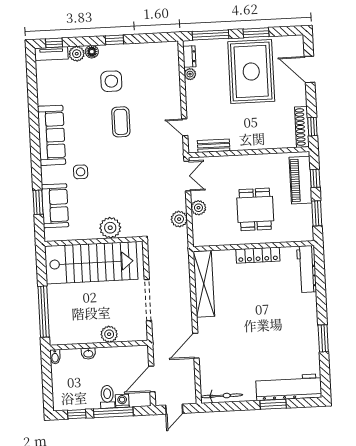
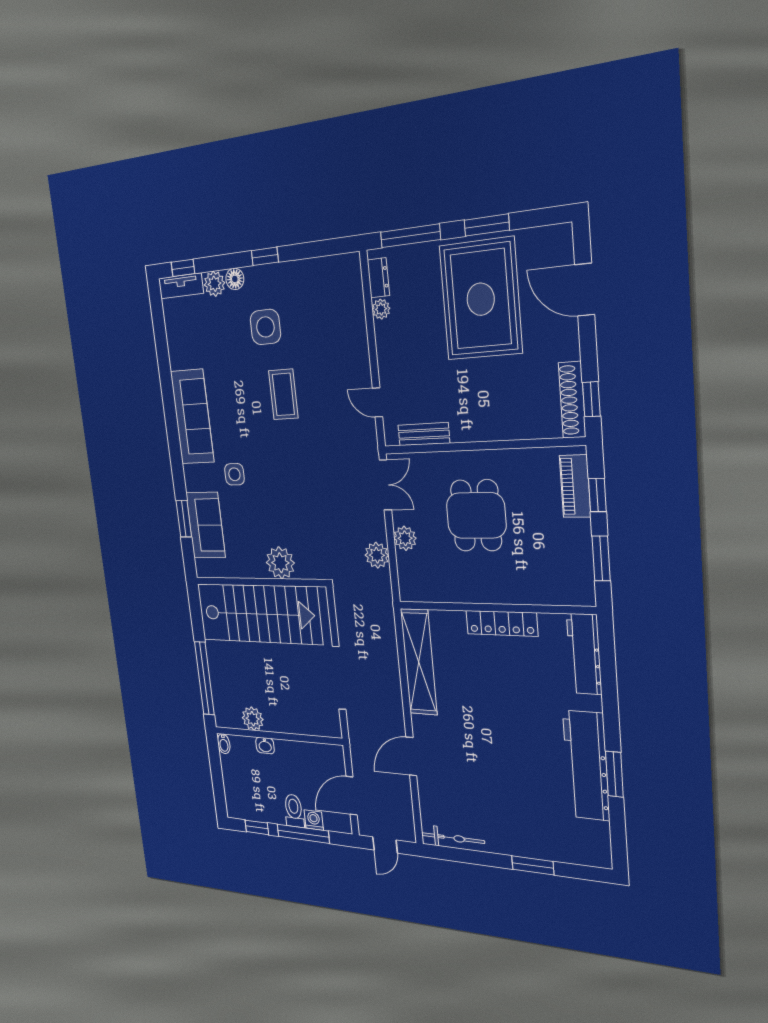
piano: (301, 180) -> (575, 486), width x0.73, depth x0.75
dining table: (255, 209) -> (476, 515), moved
plant: (109, 334) -> (253, 719), moved
workbench: (289, 387) -> (586, 766), moved, turned -90

